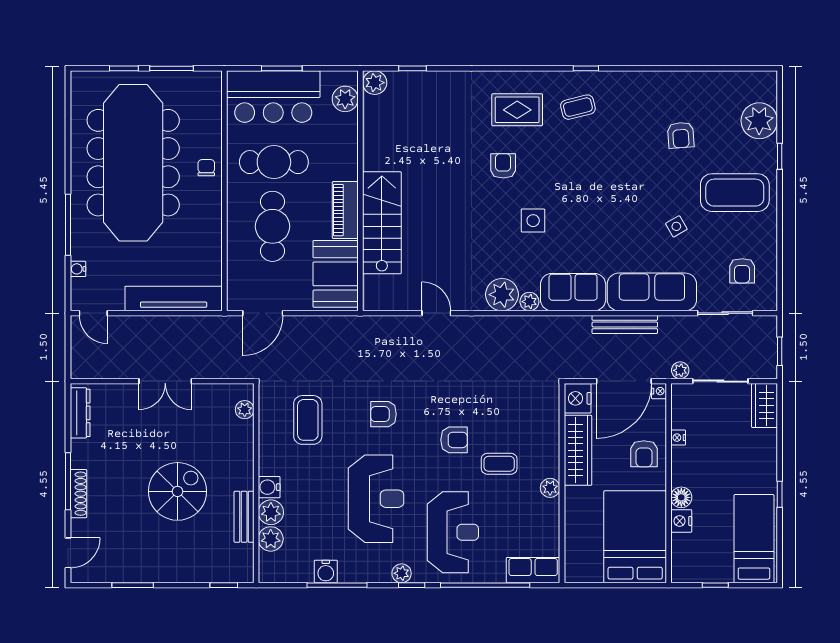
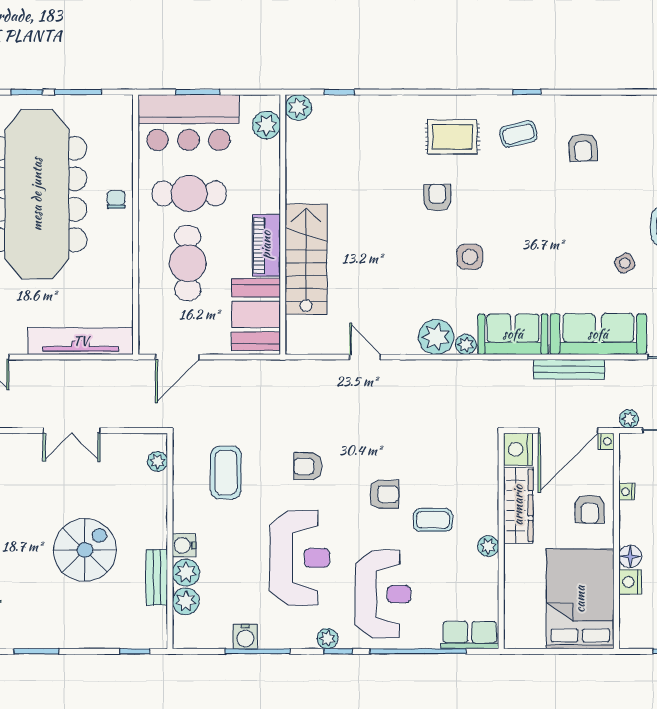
armchair: (681, 135) -> (583, 147), moved

